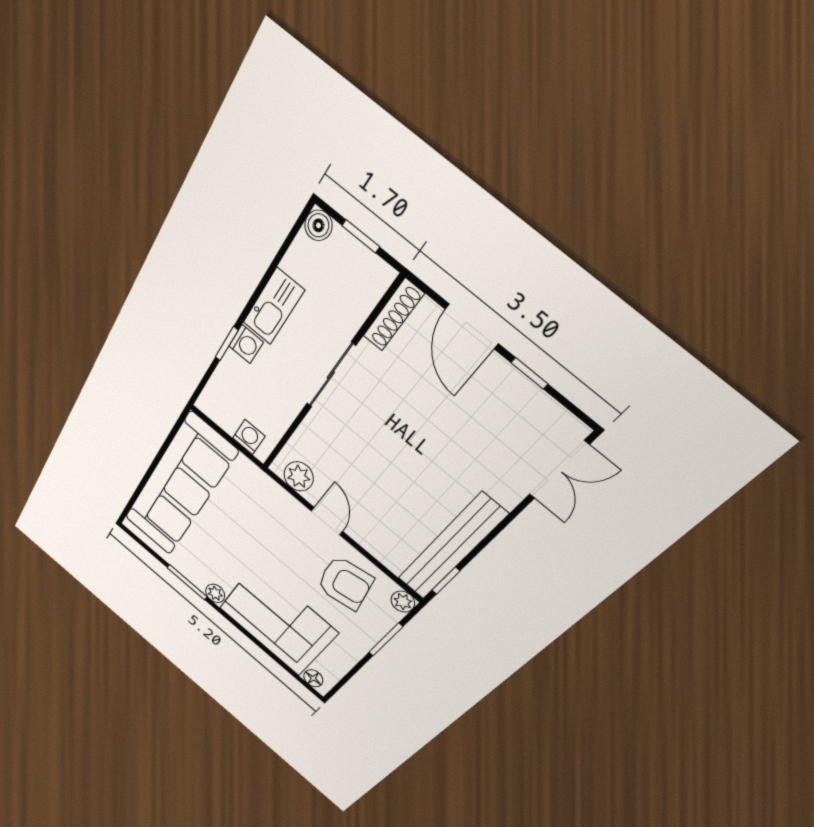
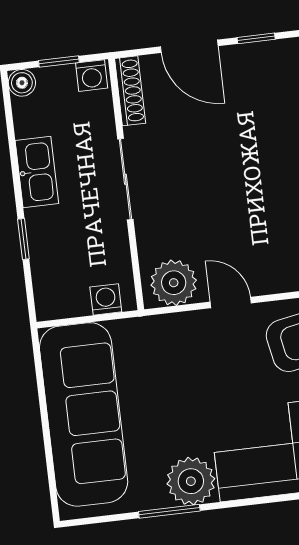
washing machine: (246, 344) -> (92, 76), moved, turned 90
plant: (299, 476) -> (174, 283), width x1.36, depth x1.36
plant: (215, 593) -> (191, 481), width x1.88, depth x1.88

